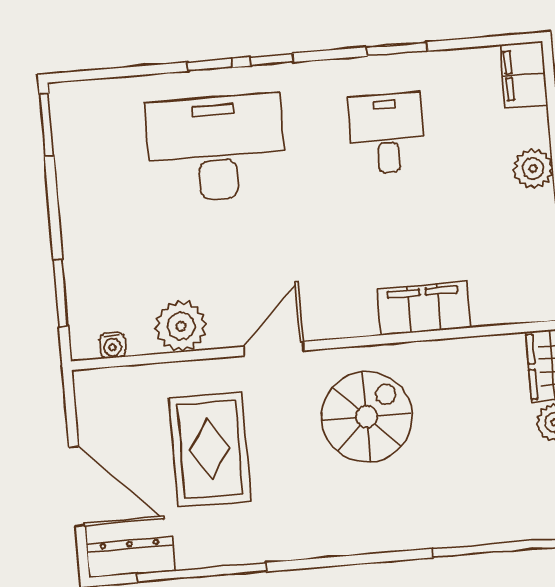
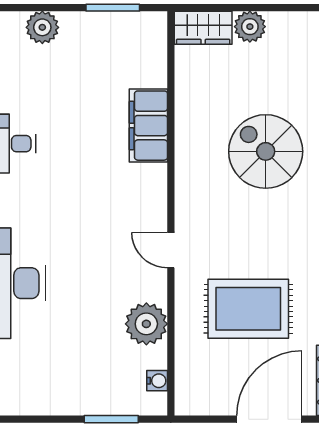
door: (274, 349) -> (171, 250), width x0.73
spiral stairs: (367, 417) -> (266, 151), moved

